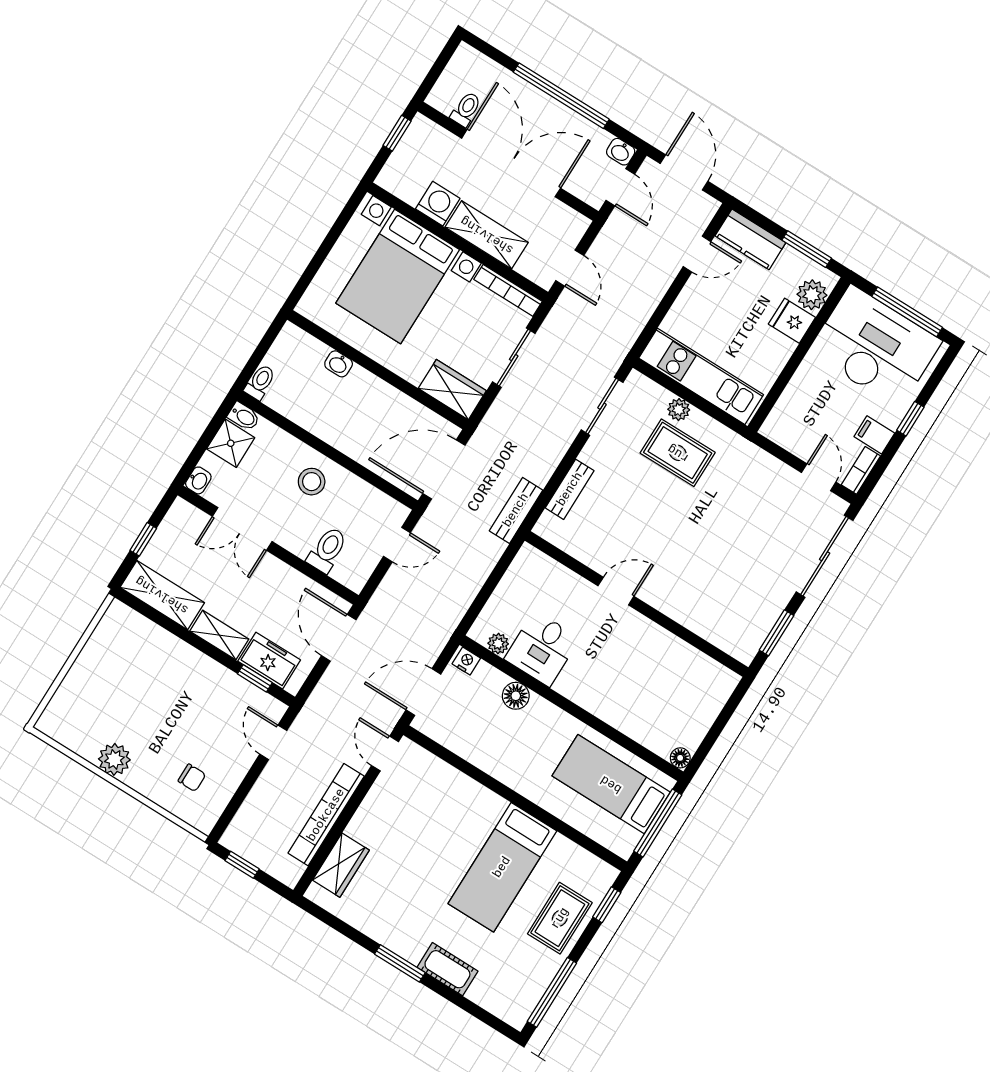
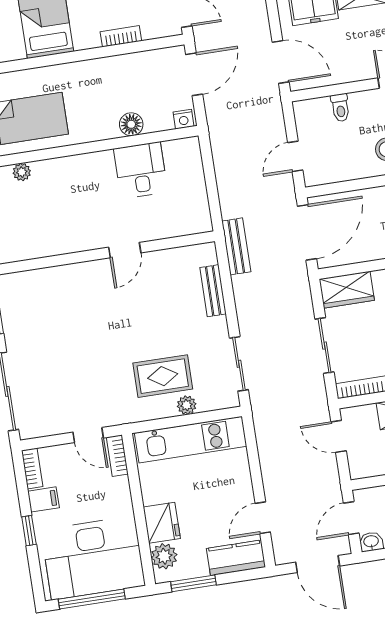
door: (620, 187) -> (351, 518), hinge flipped
fridge: (792, 321) -> (162, 523), width x1.38
bookcase: (777, 418) -> (117, 456), added
door: (819, 477) -> (88, 435), moved
toilet: (327, 550) -> (340, 108), width x0.73, depth x0.72
plant: (498, 644) -> (22, 172), moved
bookcase: (459, 780) -> (121, 36), added

